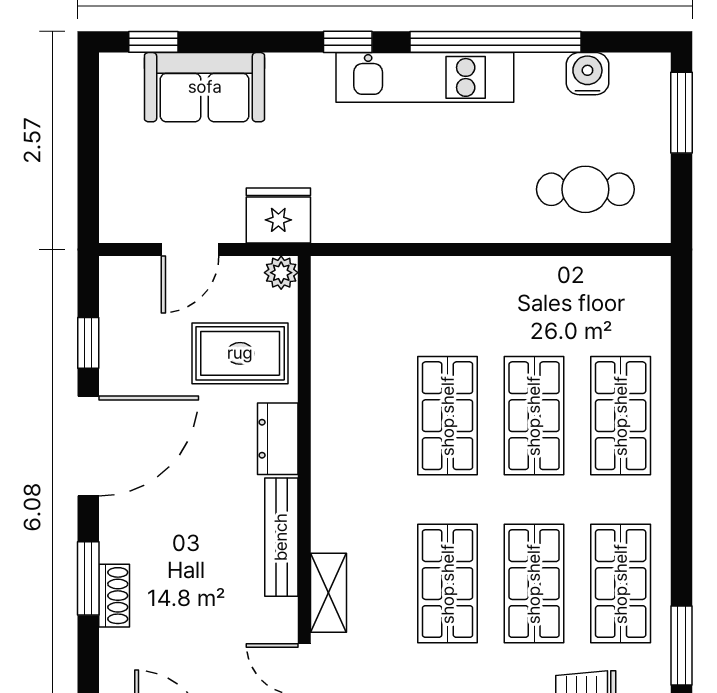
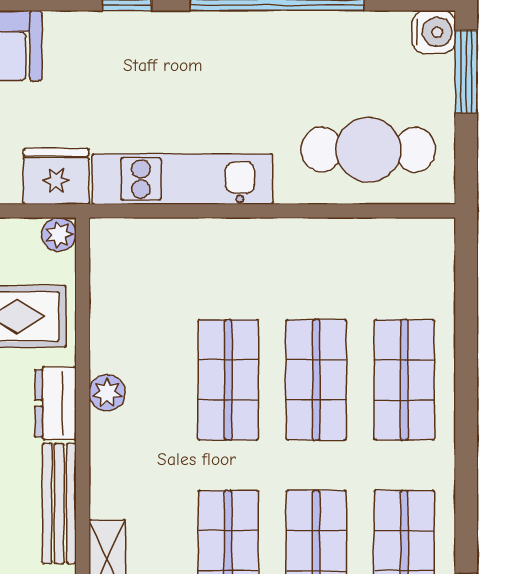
water cooler: (587, 74) -> (434, 32), moved, turned 90
kitchen unit: (425, 77) -> (182, 179), moved, turned 180
cafe table: (585, 189) -> (368, 150), width x1.37, depth x1.35
plant: (329, 428) -> (107, 393), added

